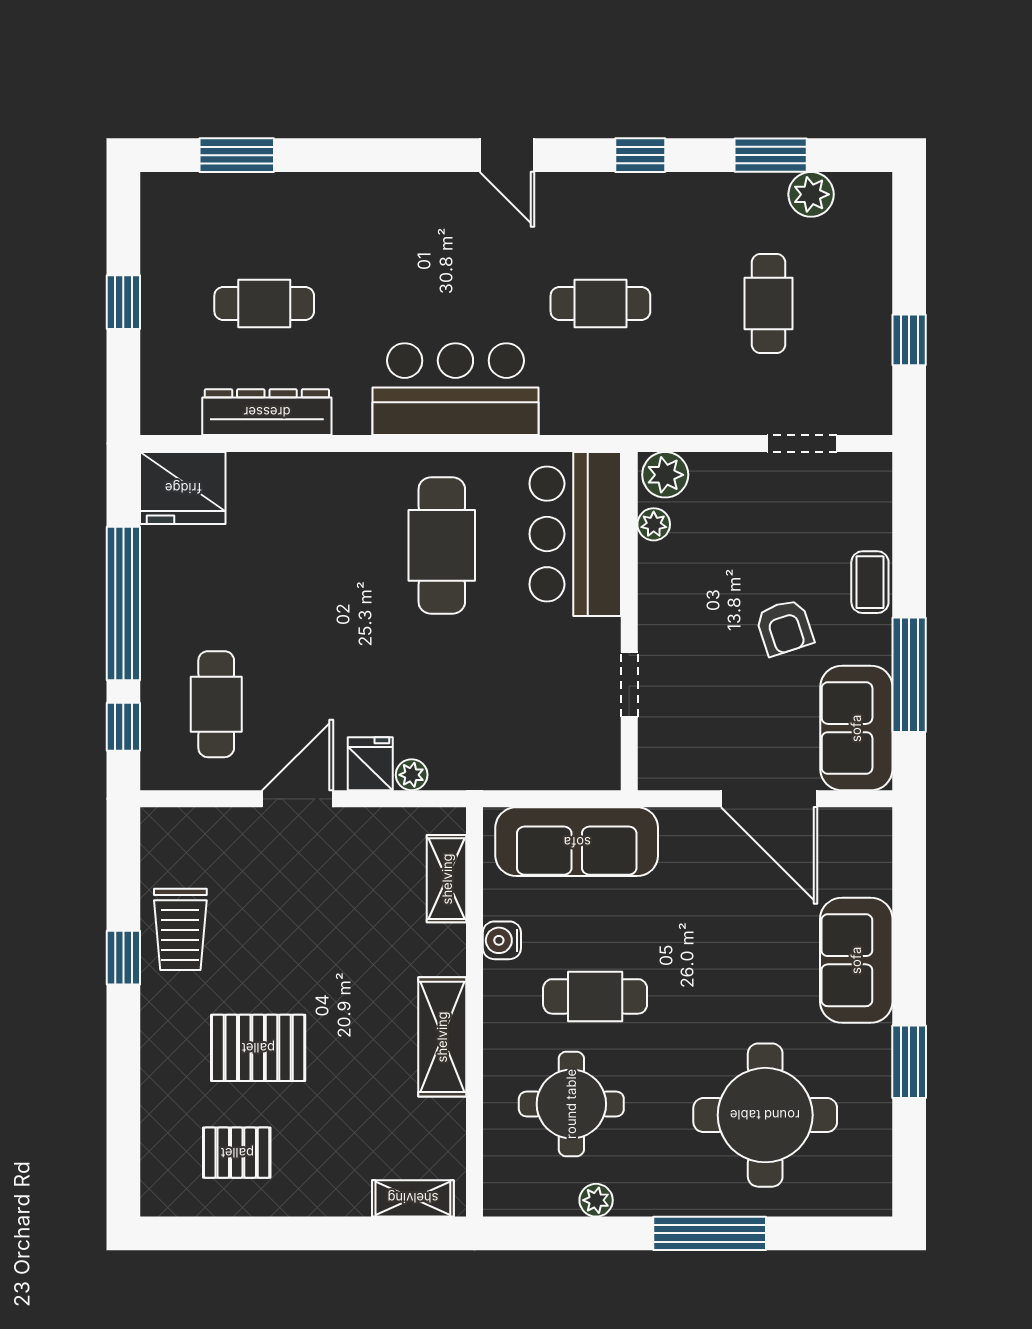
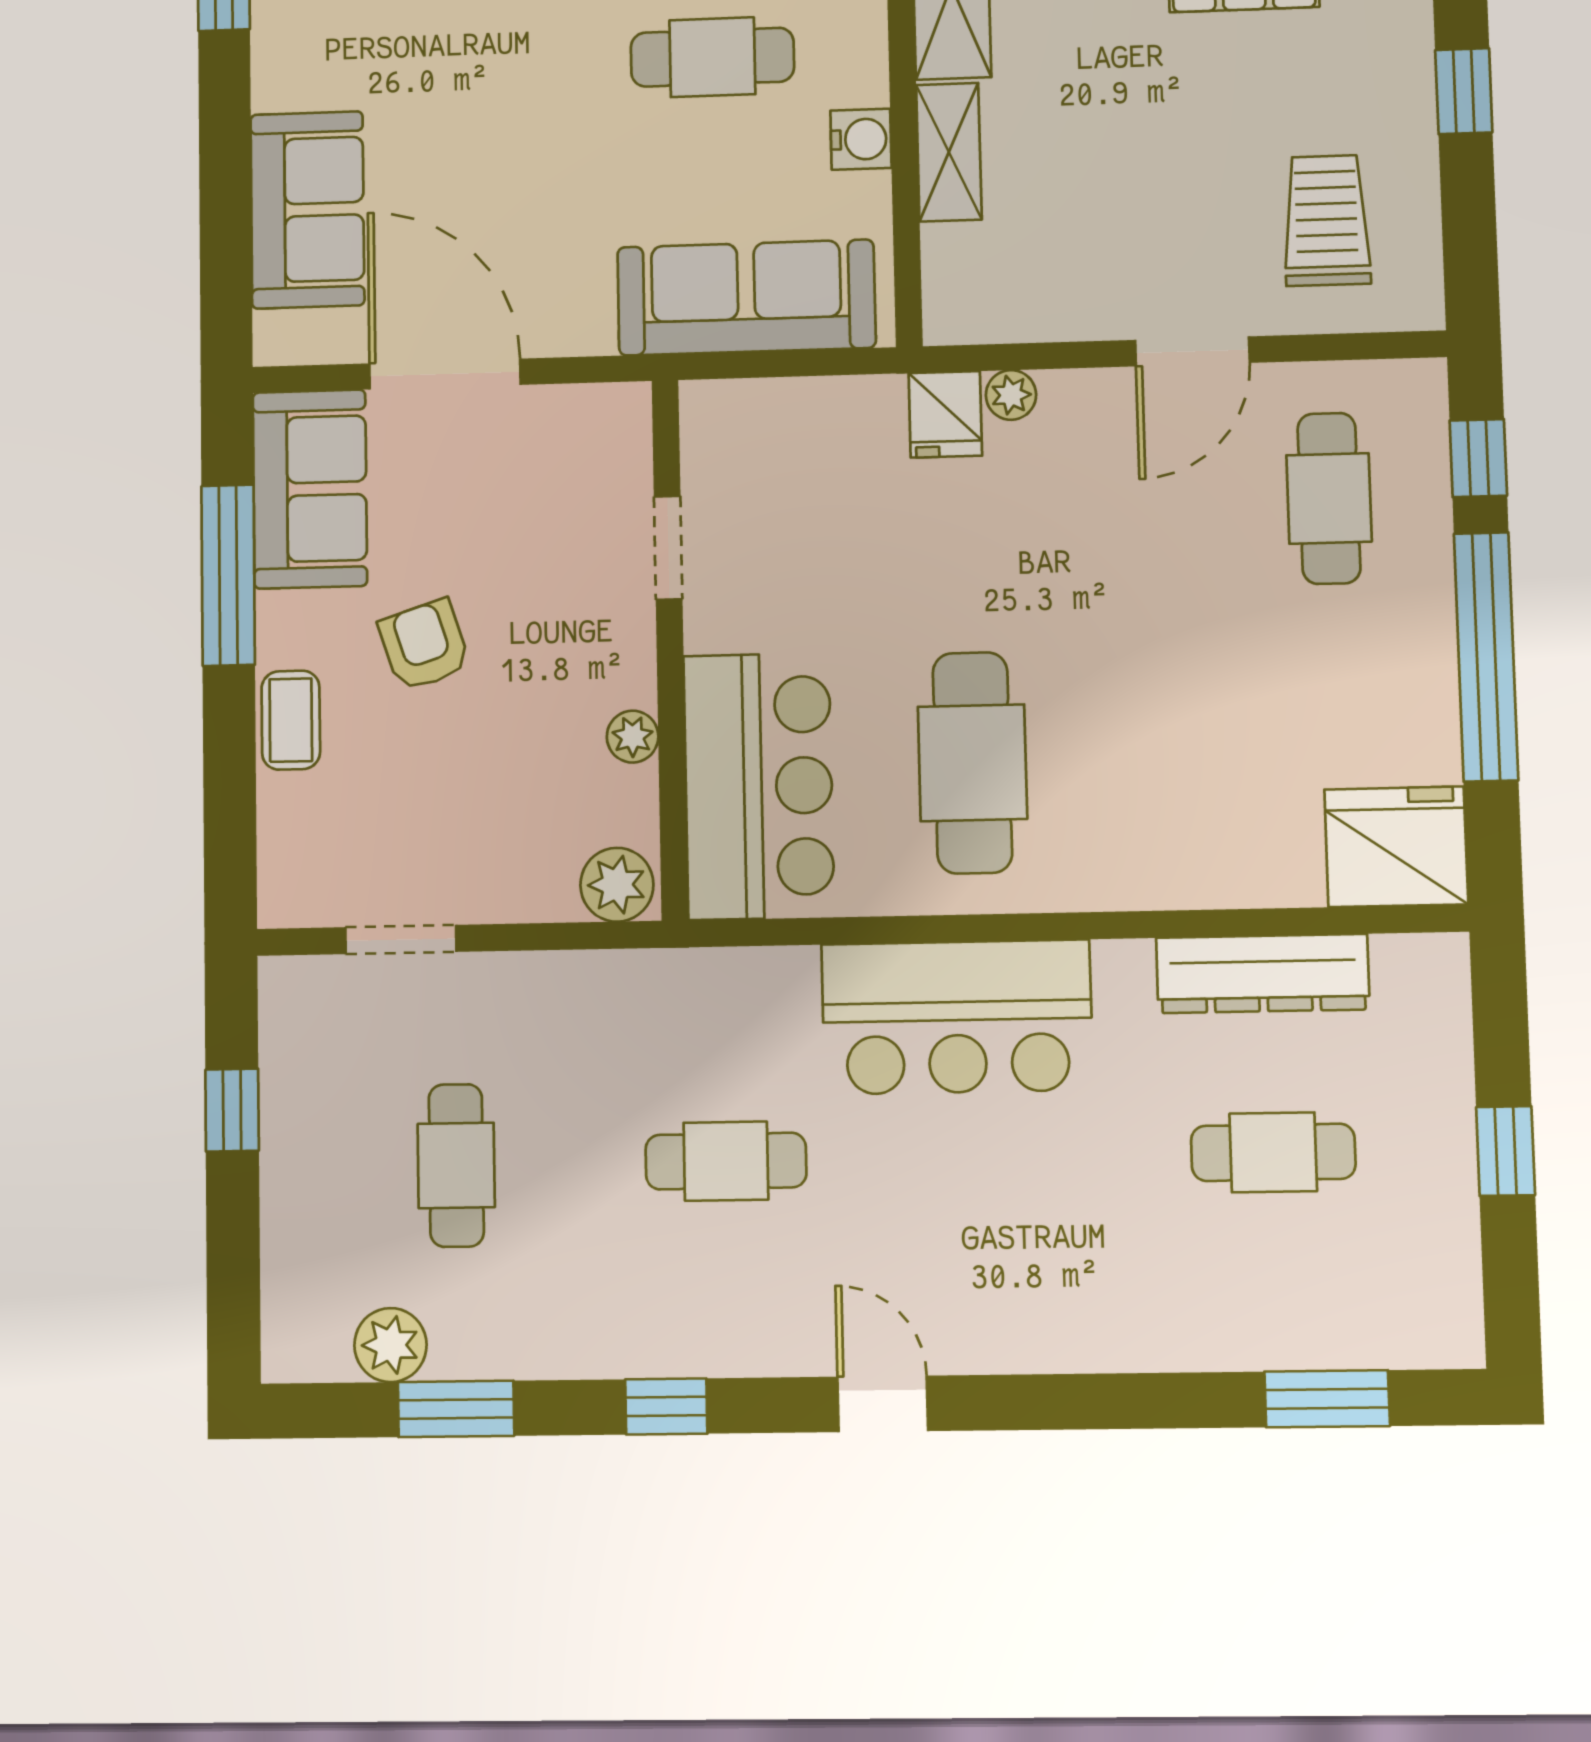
plant: (654, 524) -> (633, 737), moved
fridge: (370, 764) -> (945, 414), moved
shelving: (447, 879) -> (949, 152), moved
trolley: (180, 929) -> (1326, 220), moved
sofa: (856, 960) -> (307, 210), moved

